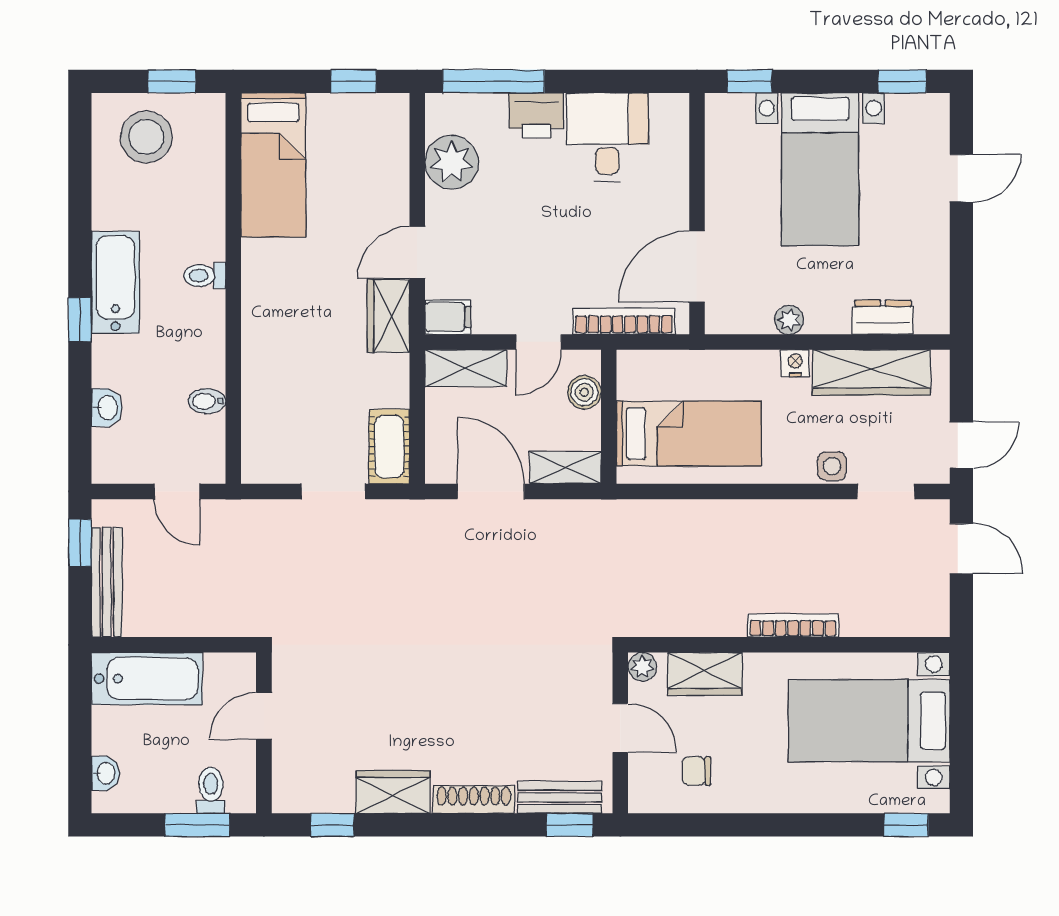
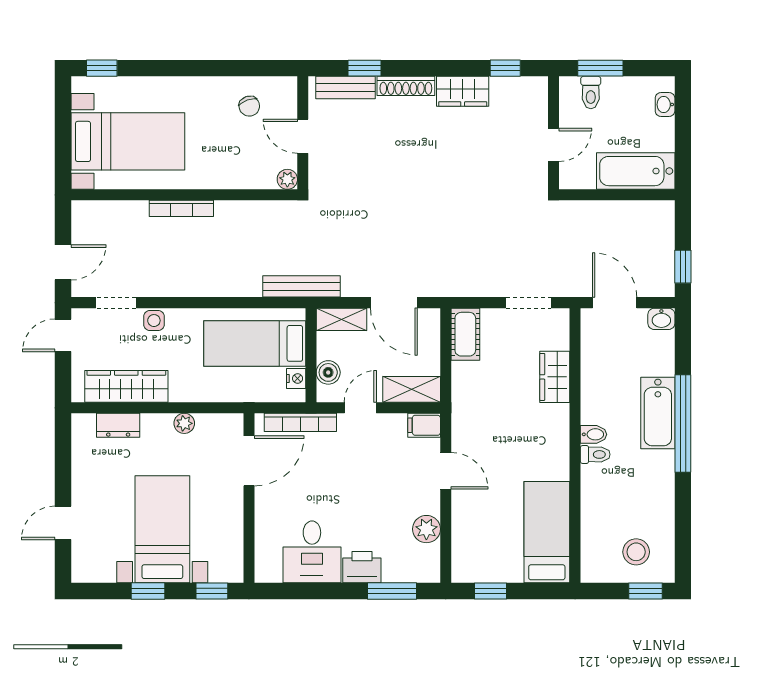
window: (172, 81) -> (646, 591), moved
window: (494, 81) -> (392, 591), width x0.69
window: (902, 81) -> (148, 591), moved
stool: (146, 137) -> (636, 552), width x0.73, depth x0.73
plant: (452, 162) -> (426, 529), width x0.73, depth x0.73
door: (417, 252) -> (446, 471), hinge flipped
bathtub: (115, 282) -> (658, 413), moved
wardrobe: (388, 316) -> (555, 377), moved, turned 180
window: (80, 320) -> (683, 423), width x3.17
nightstand: (795, 363) -> (296, 379), moved, turned -90
bidet: (207, 401) -> (594, 434), moved
washbasin: (107, 408) -> (661, 319), moved, turned -90
door: (177, 491) -> (615, 303), width x1.38
doorway: (333, 491) -> (528, 303), moved
door: (961, 549) -> (63, 262), swing flipped
bench: (107, 582) -> (301, 286), moved, turned 90
wardrobe: (705, 674) -> (243, 174), removed
chair: (696, 771) -> (249, 106), turned 70
window: (570, 825) -> (365, 68), moved

